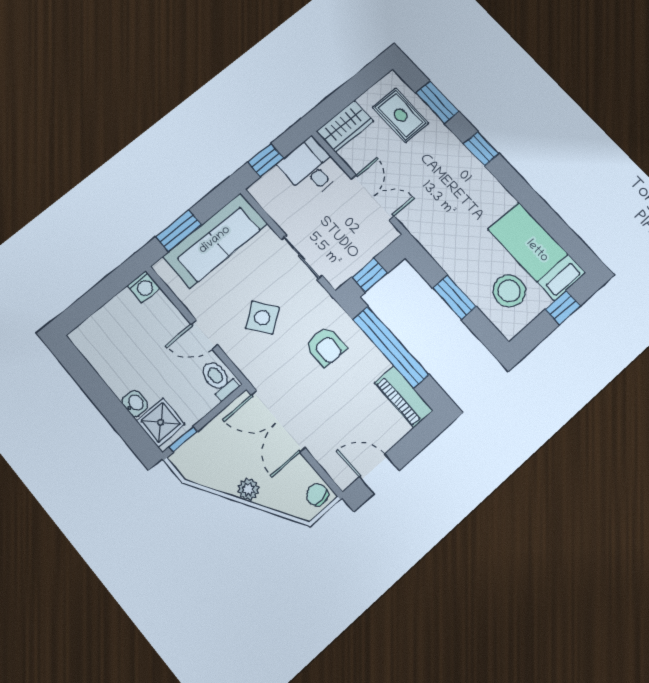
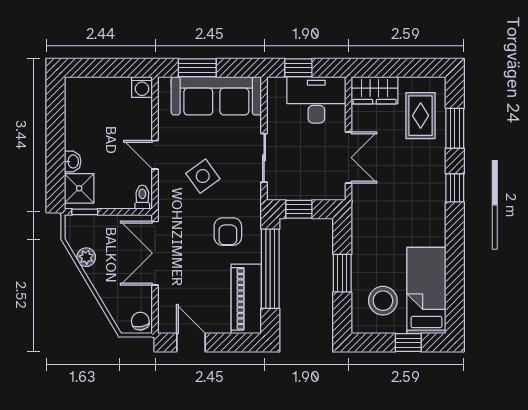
desk: (310, 168) -> (316, 100), width x1.37
toilet: (219, 379) -> (142, 197), width x0.73, depth x0.72
piano: (404, 397) -> (246, 299), width x1.37, depth x1.33
plant: (248, 489) -> (86, 257), moved

